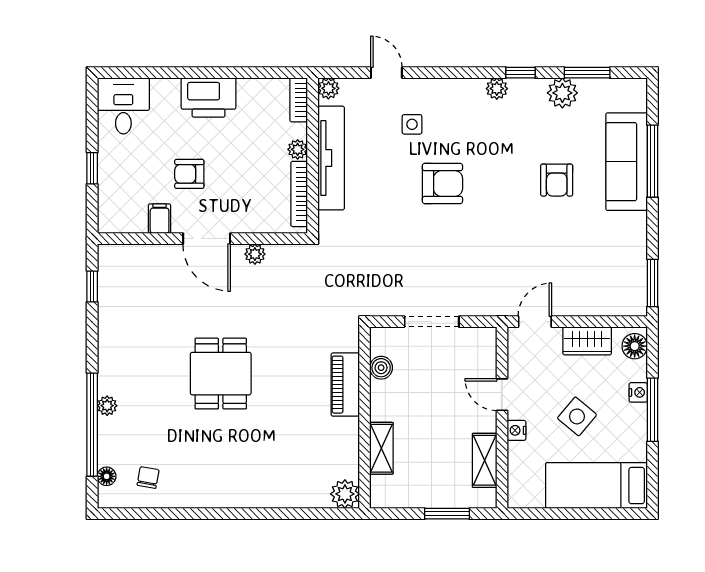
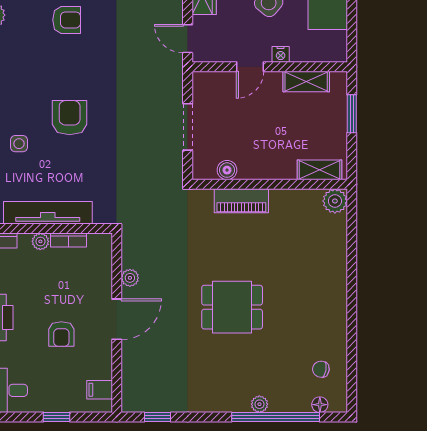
bookcase: (299, 194) -> (68, 240), width x0.64
filing cabinet: (160, 219) -> (100, 390), moved
shelving: (381, 448) -> (320, 170), moved

